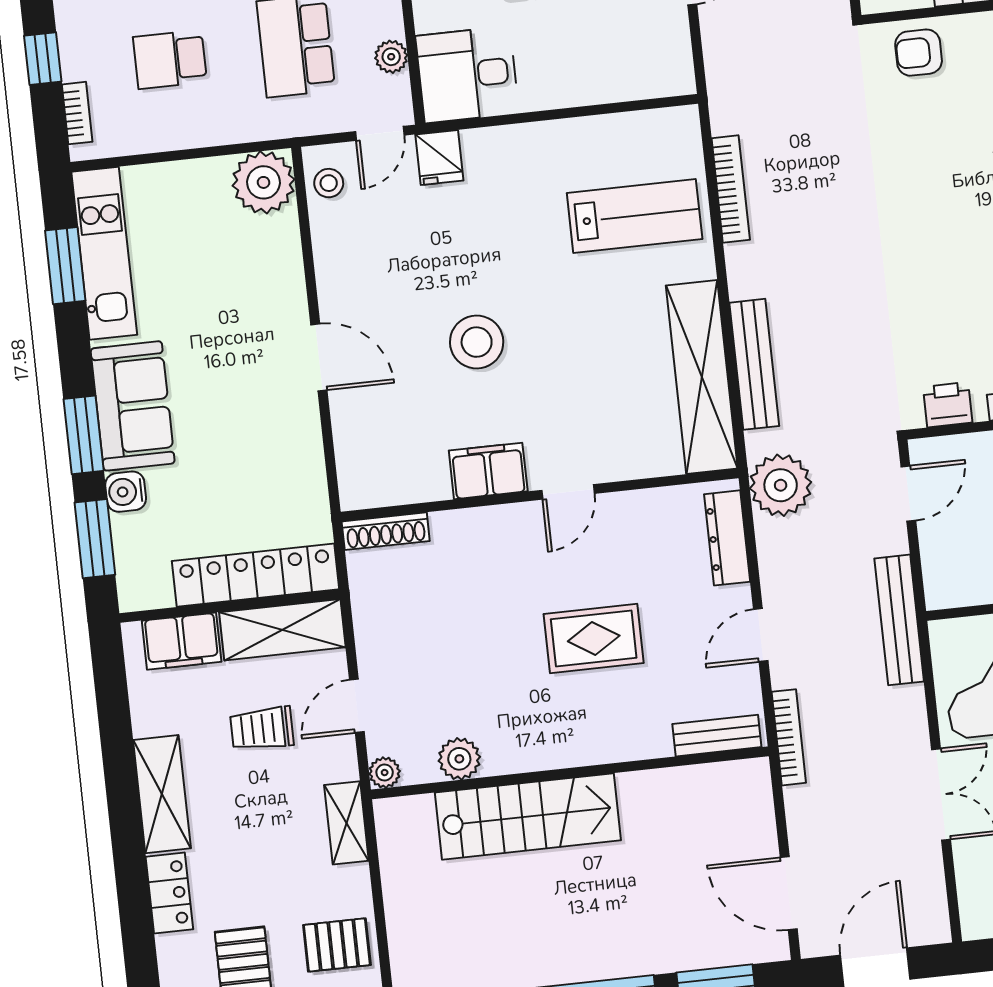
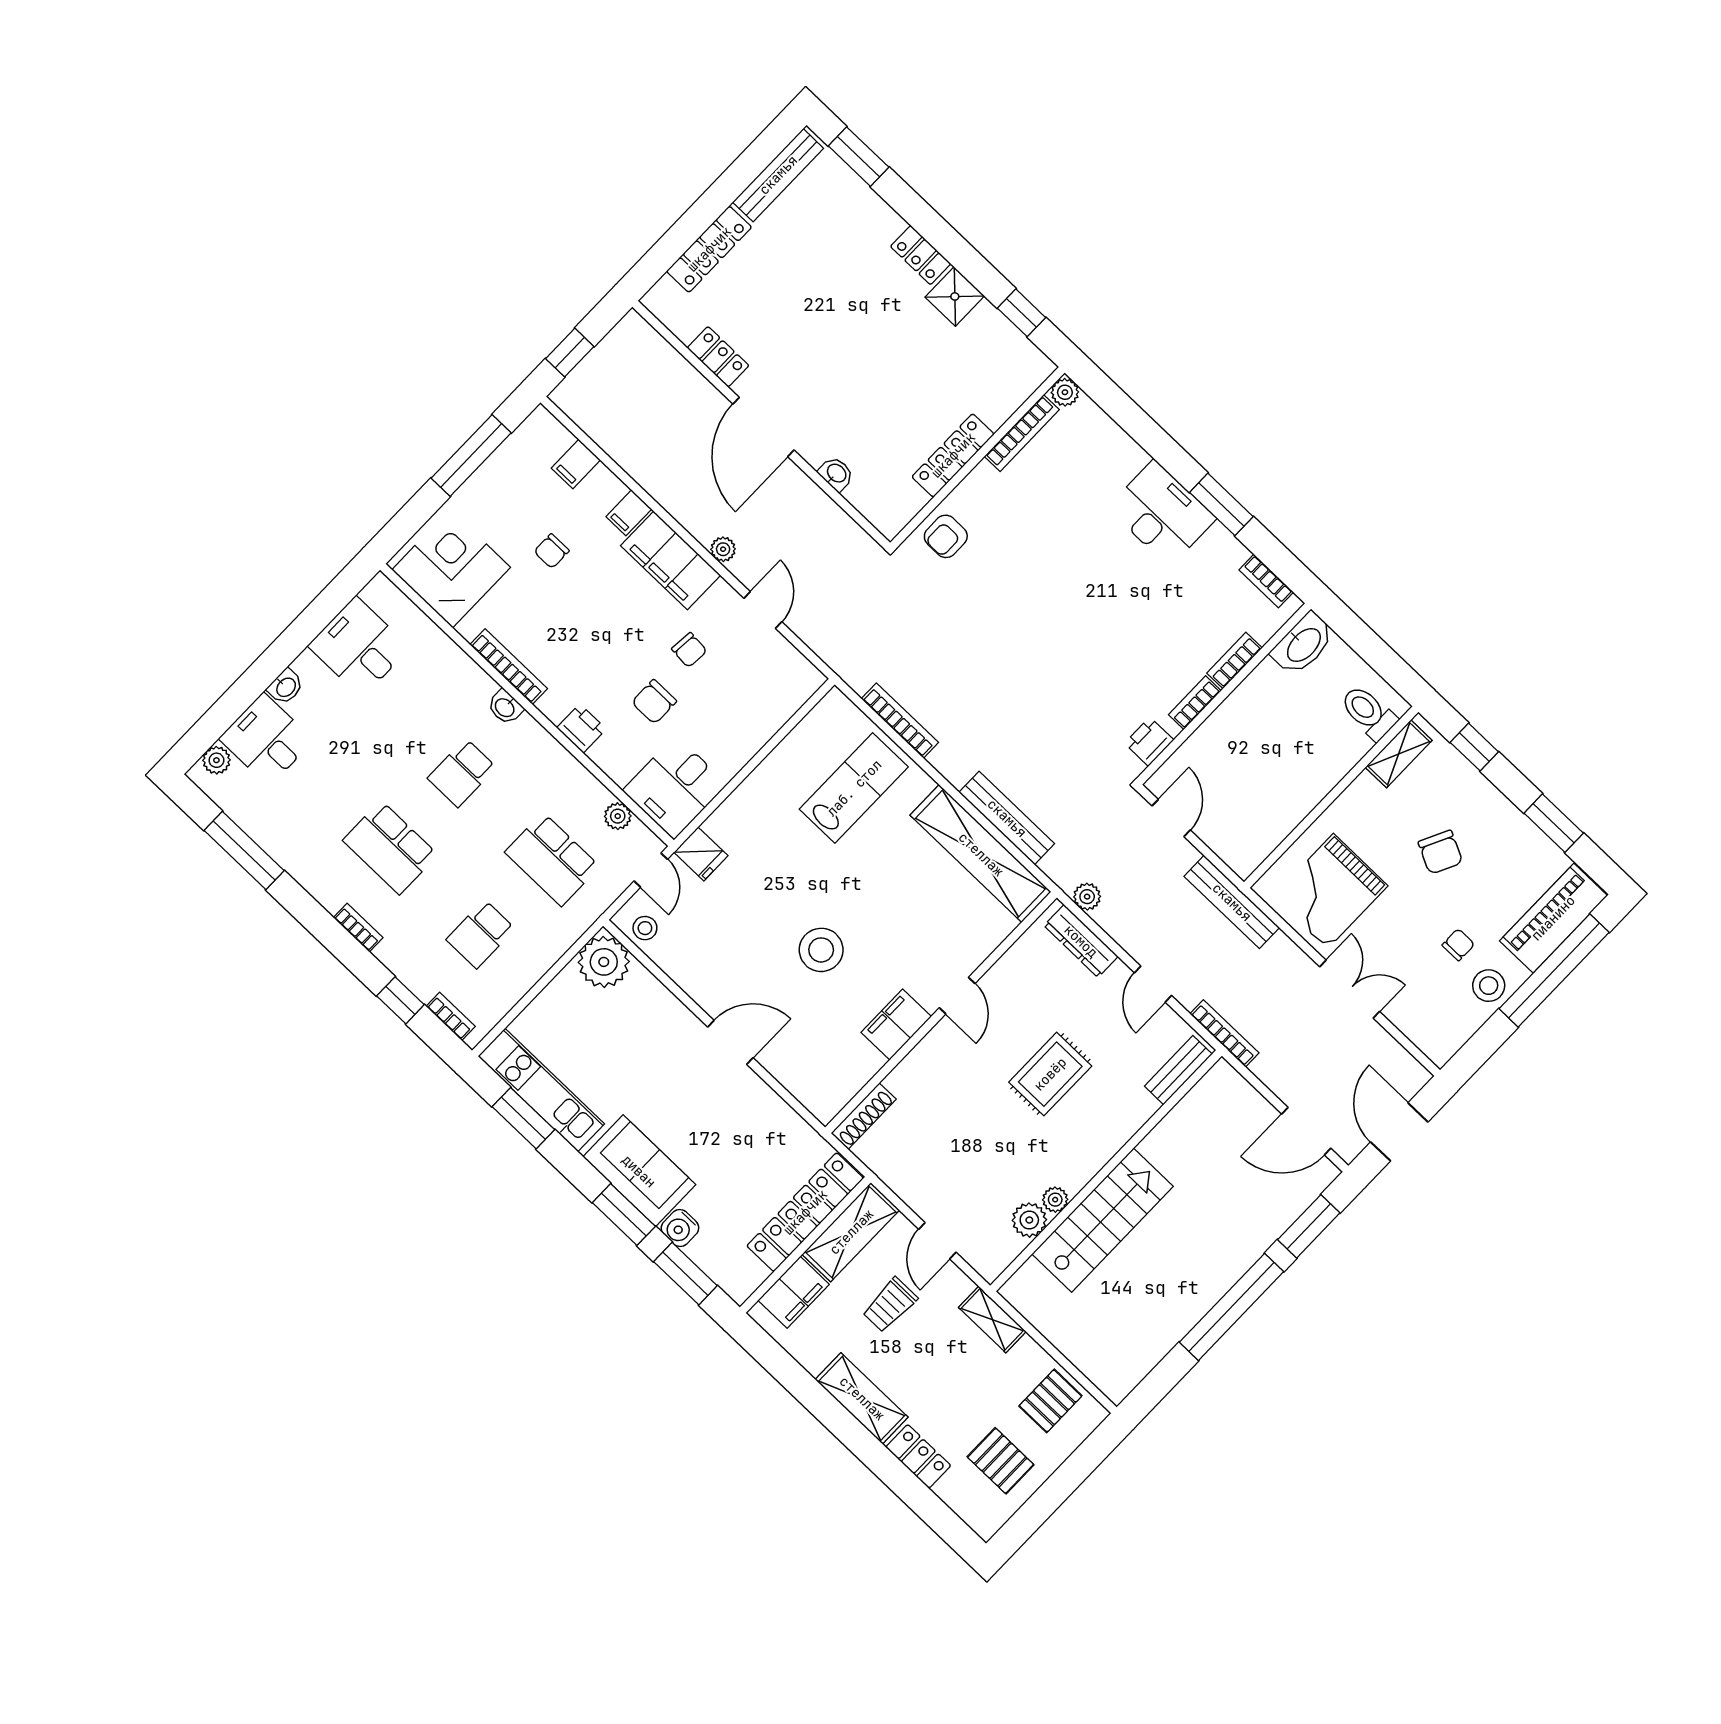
plant: (781, 485) -> (1087, 897), width x0.53, depth x0.53
plant: (385, 773) -> (1055, 1200), moved

